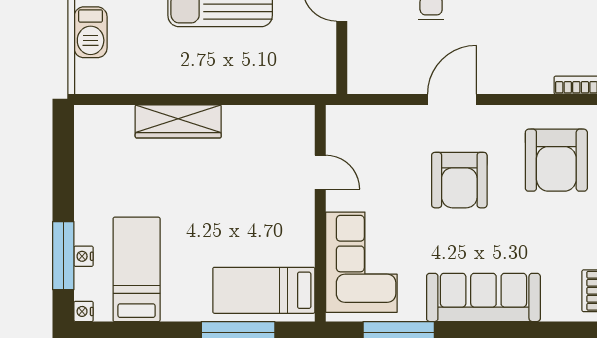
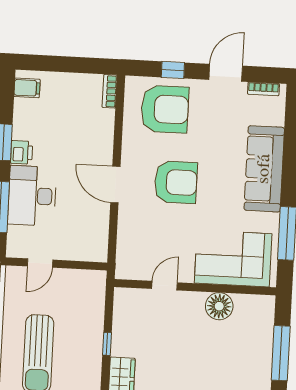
window: (238, 99) -> (107, 344), added
floor lamp: (297, 247) -> (219, 306), added
bed: (264, 290) -> (250, 332), removed

